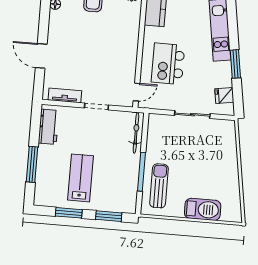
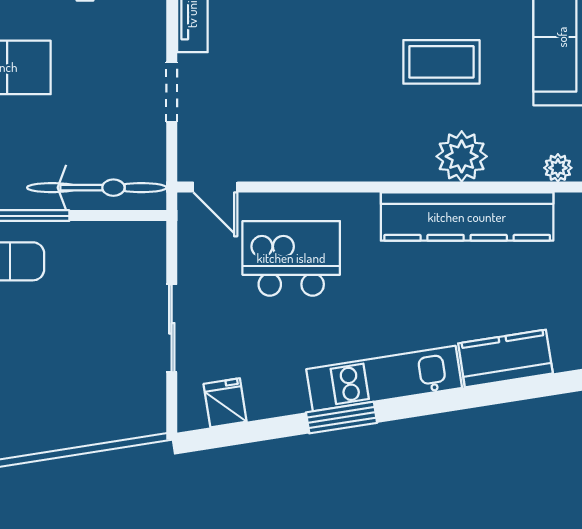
window: (235, 64) -> (342, 418), moved
bicycle: (136, 133) -> (97, 188), width x1.37, depth x1.40

